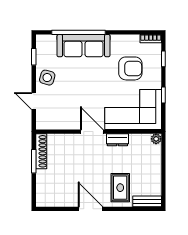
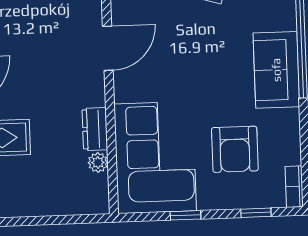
sofa: (84, 46) -> (276, 70), width x0.73
door: (92, 132) -> (108, 48), moved
plant: (156, 139) -> (98, 162), moved

